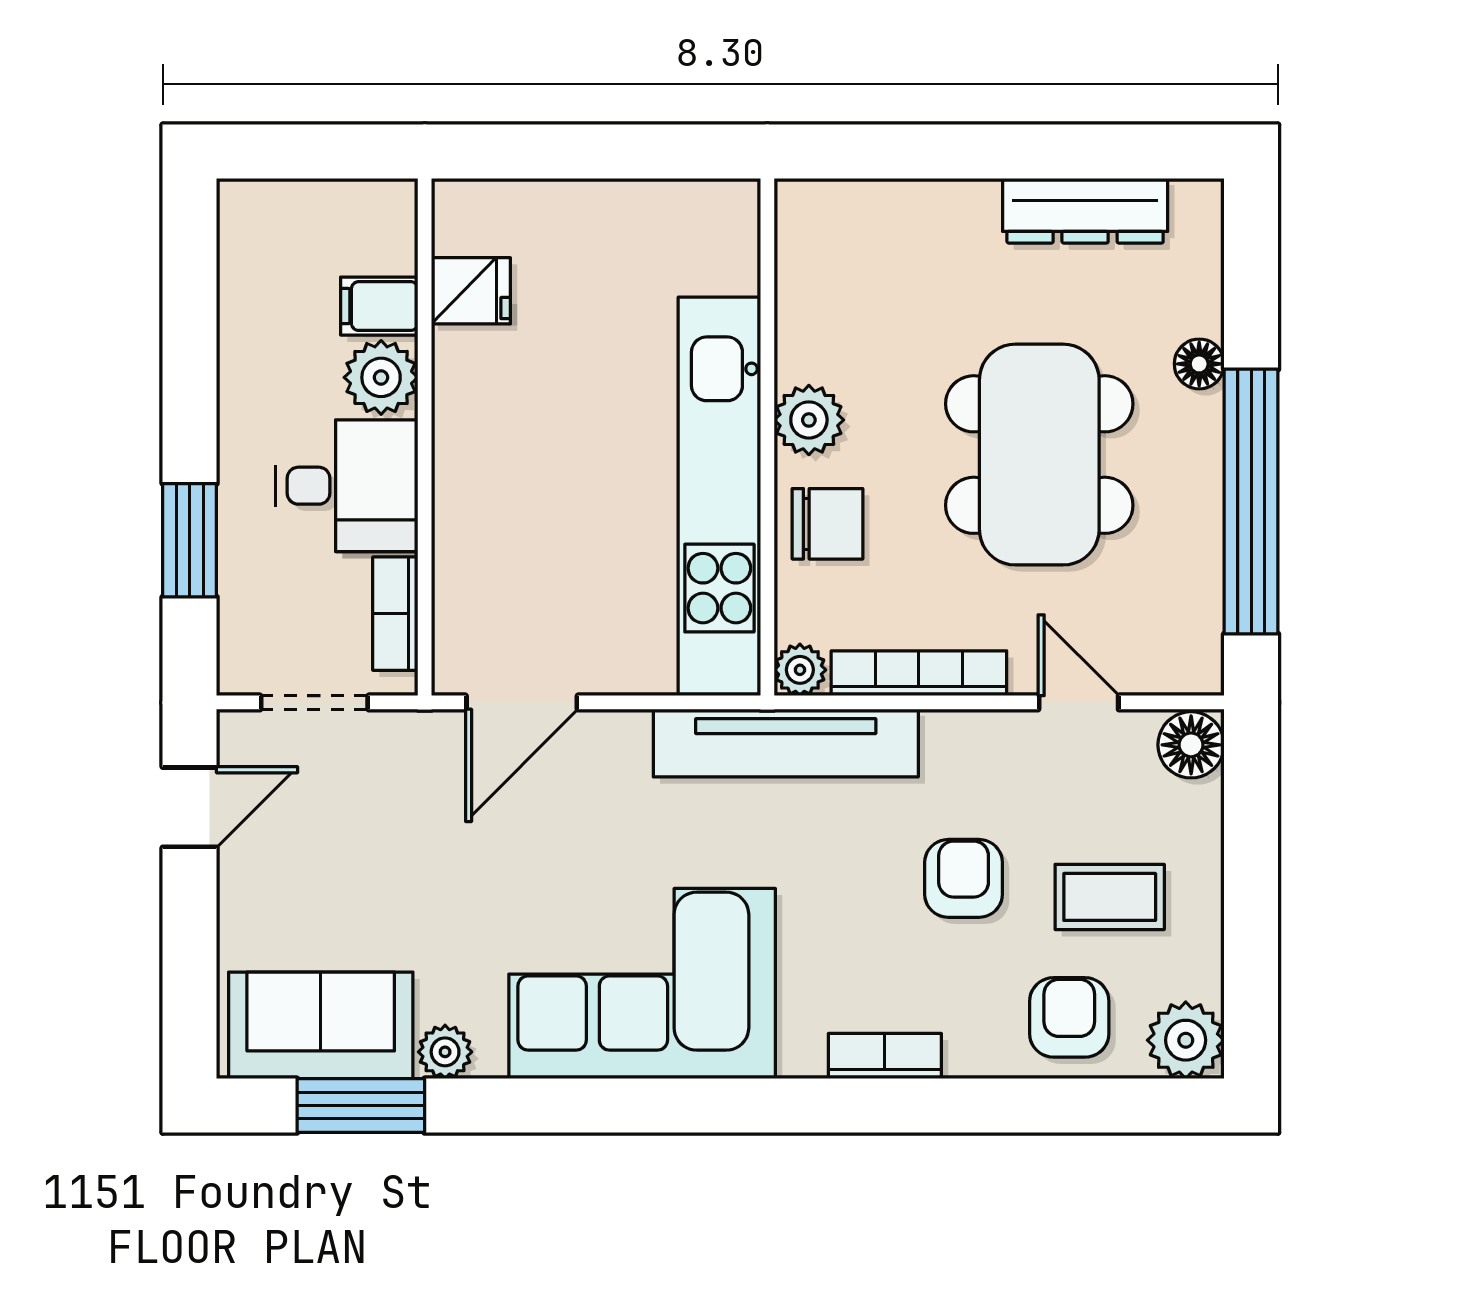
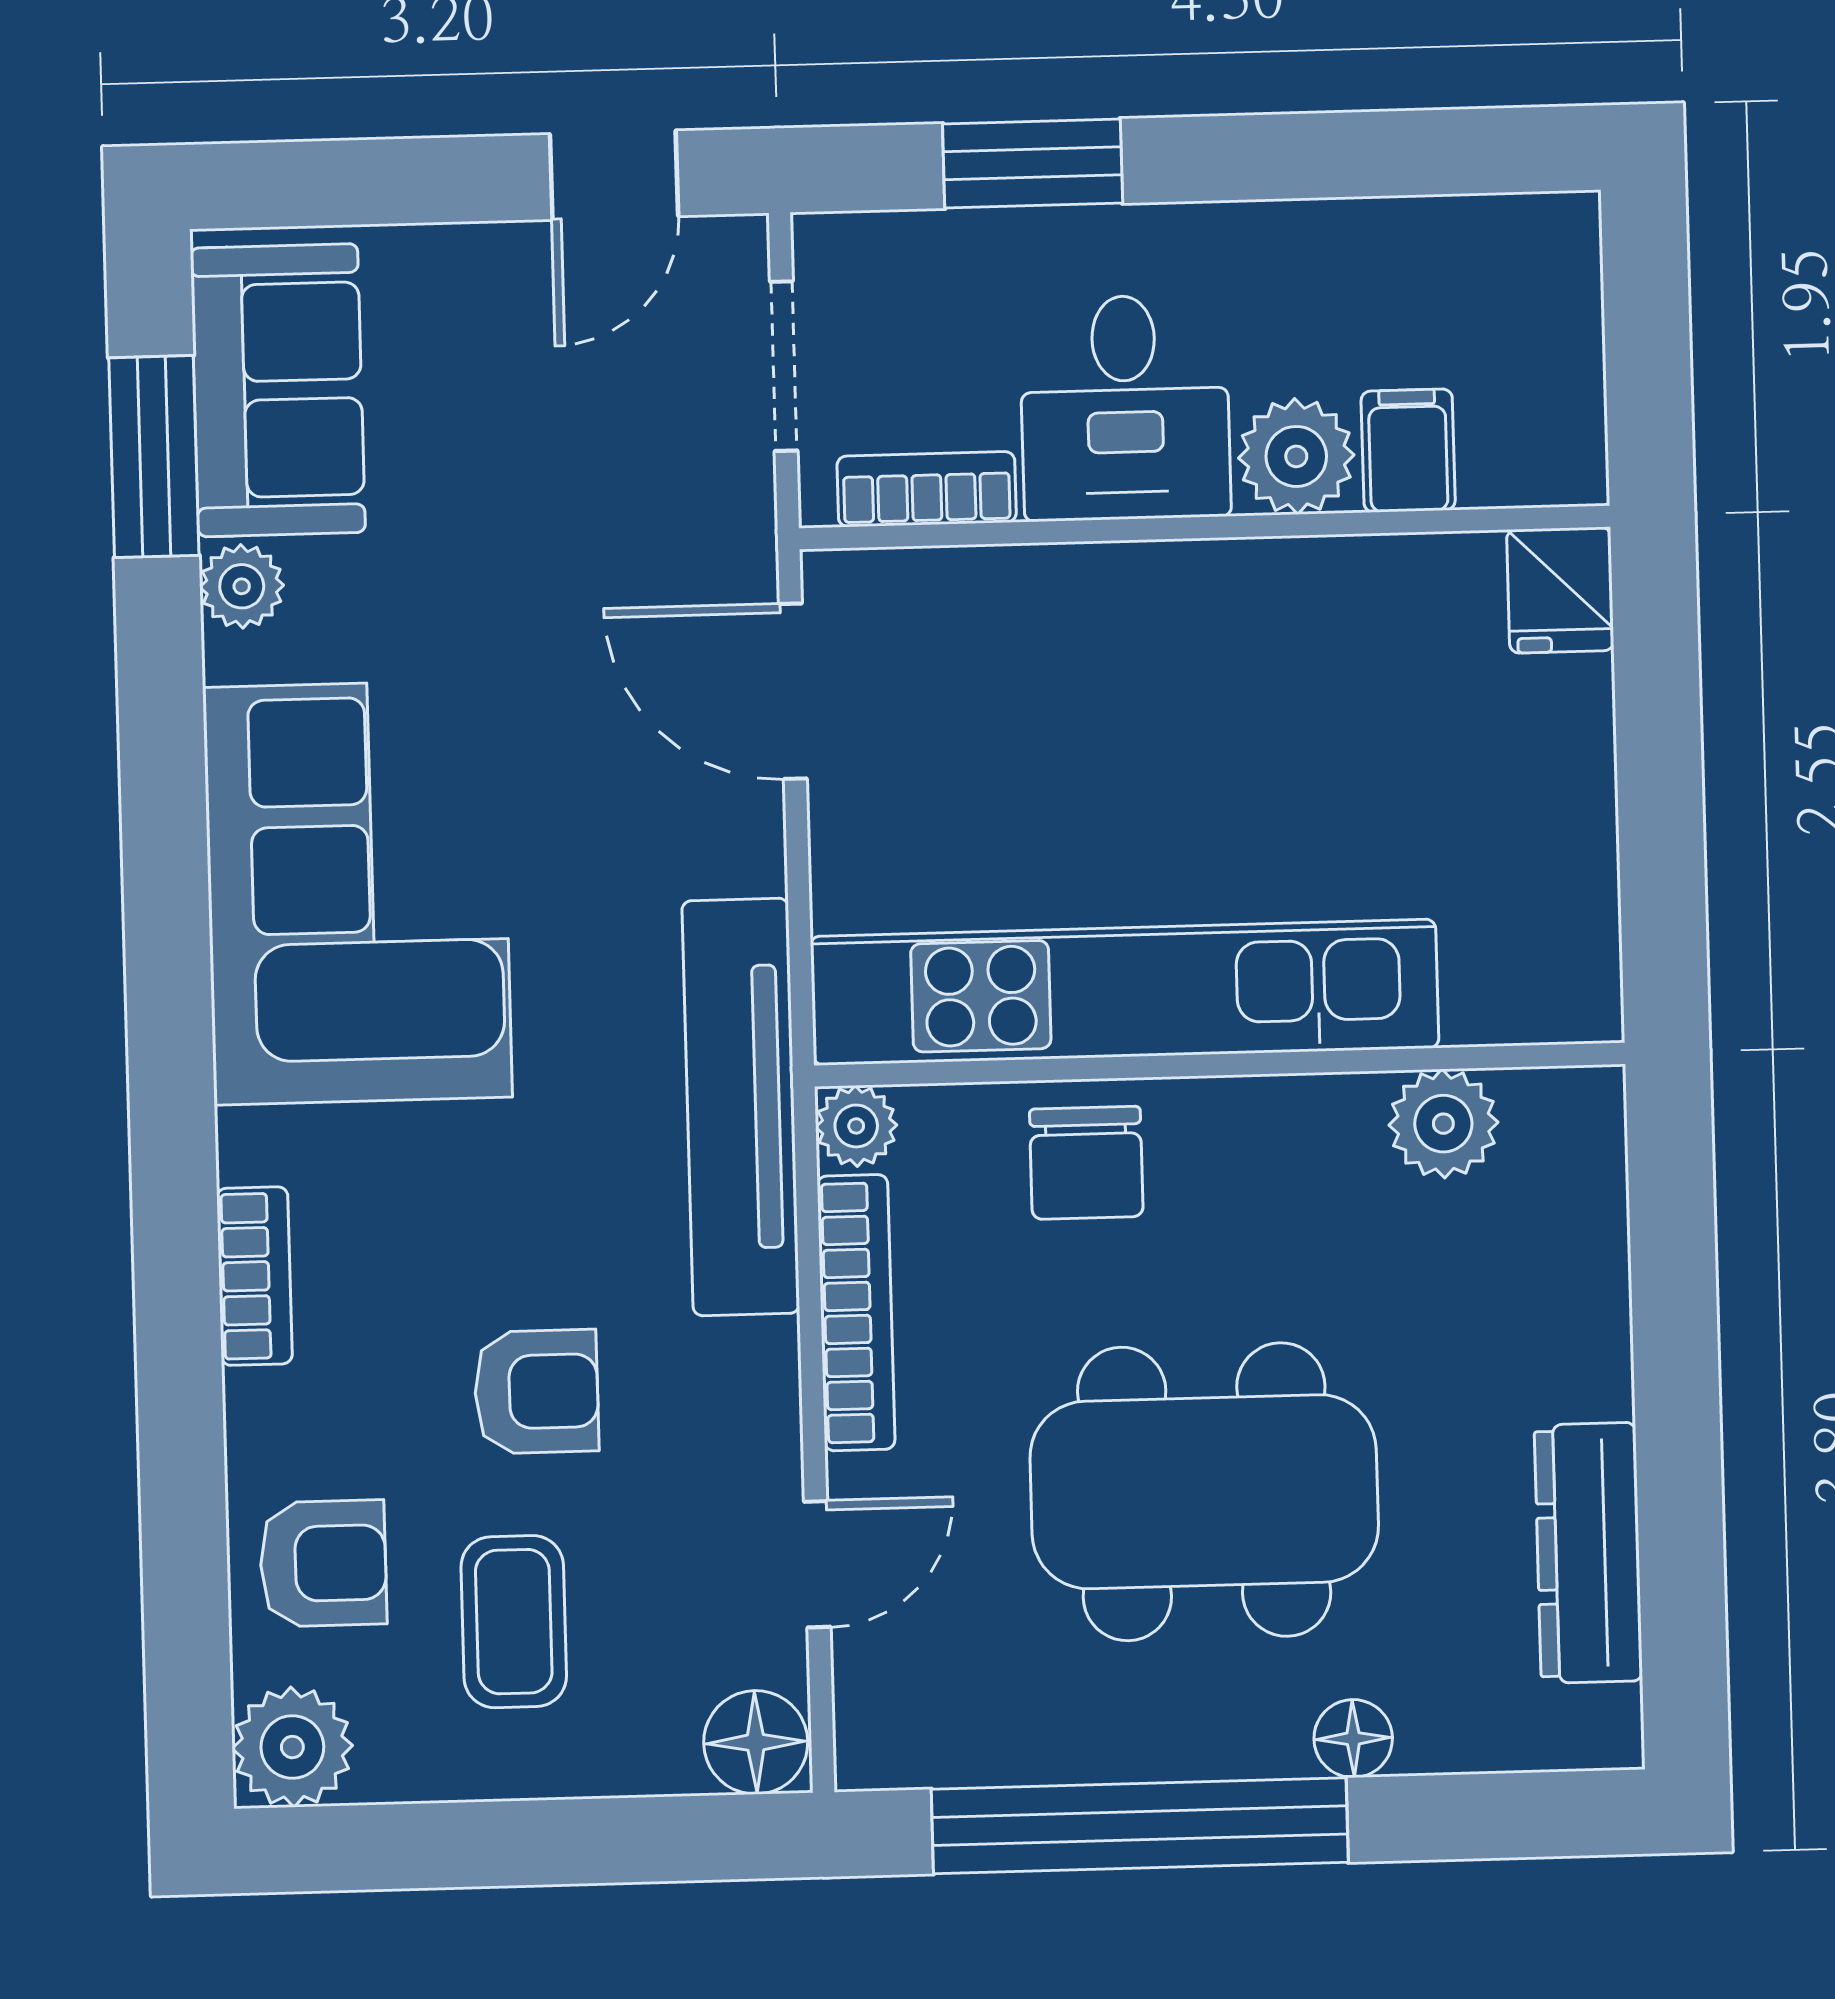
fridge: (471, 291) -> (1560, 590), moved
plant: (809, 420) -> (1443, 1124), moved
door: (190, 807) -> (614, 175), hinge flipped

